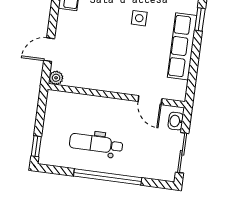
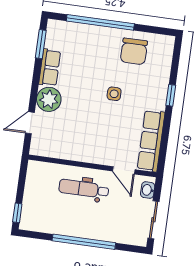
row of seats: (182, 46) -> (151, 141), moved
plant: (56, 78) -> (49, 99), moved, width x1.88, depth x1.88
dental chair: (96, 144) -> (84, 189), moved

